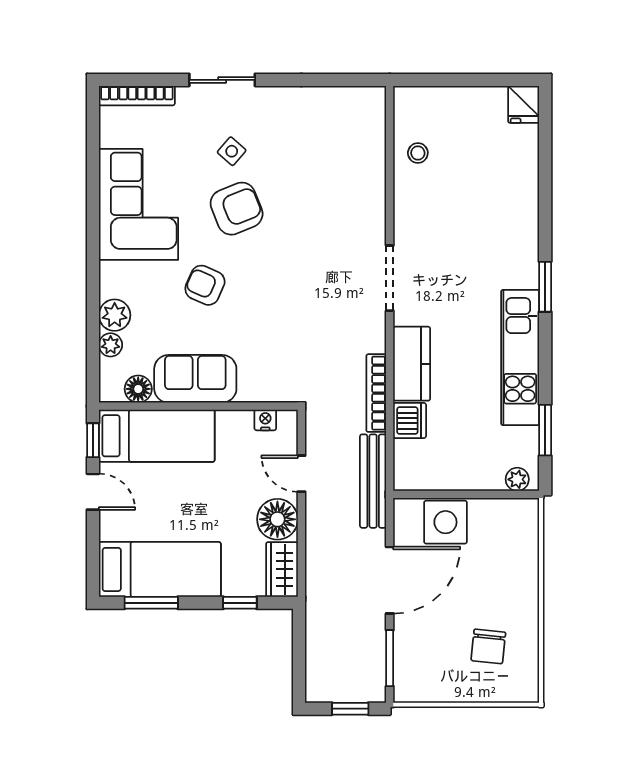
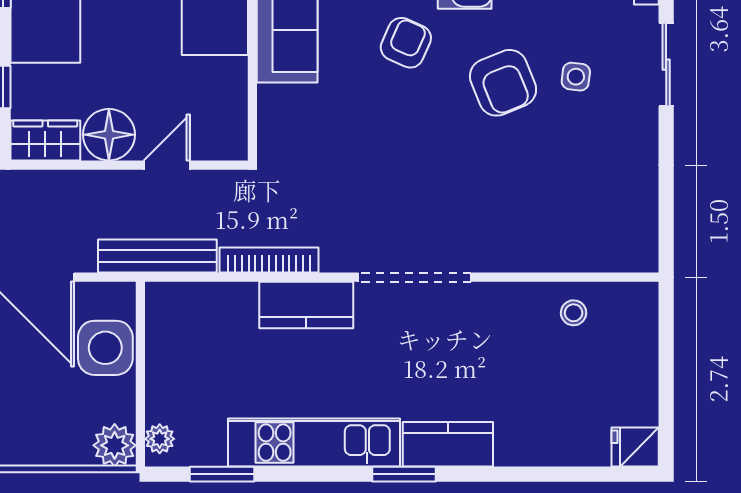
side table: (232, 151) -> (576, 77), turned -34
kitchen counter: (522, 252) -> (448, 444), added
doorway: (390, 278) -> (415, 277), width x1.36
nightstand: (265, 420) -> (235, 119), removed
dishwasher: (410, 421) -> (234, 302), removed
plant: (522, 515) -> (115, 445), added

